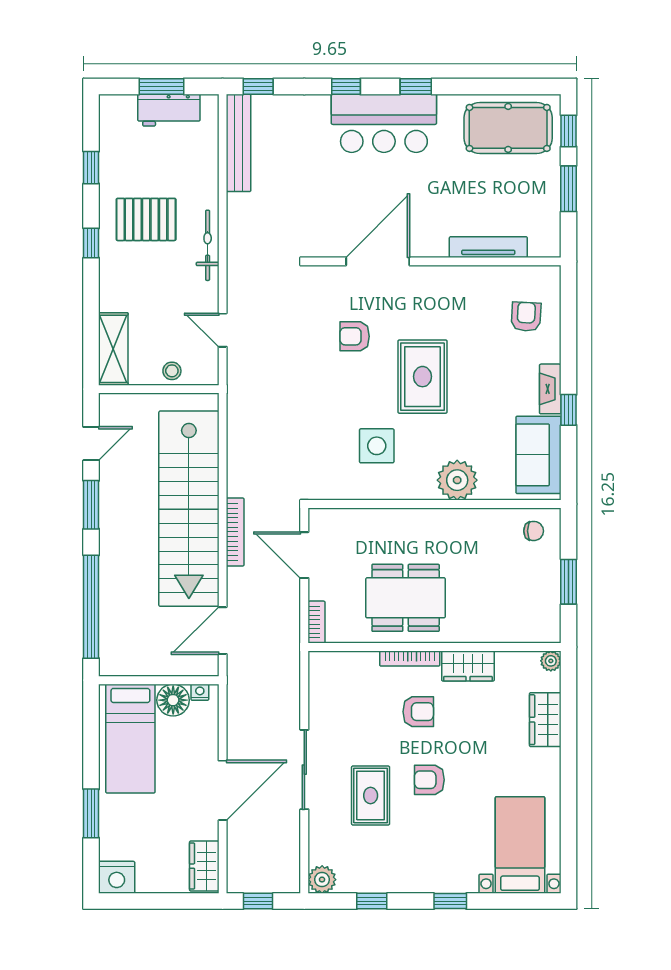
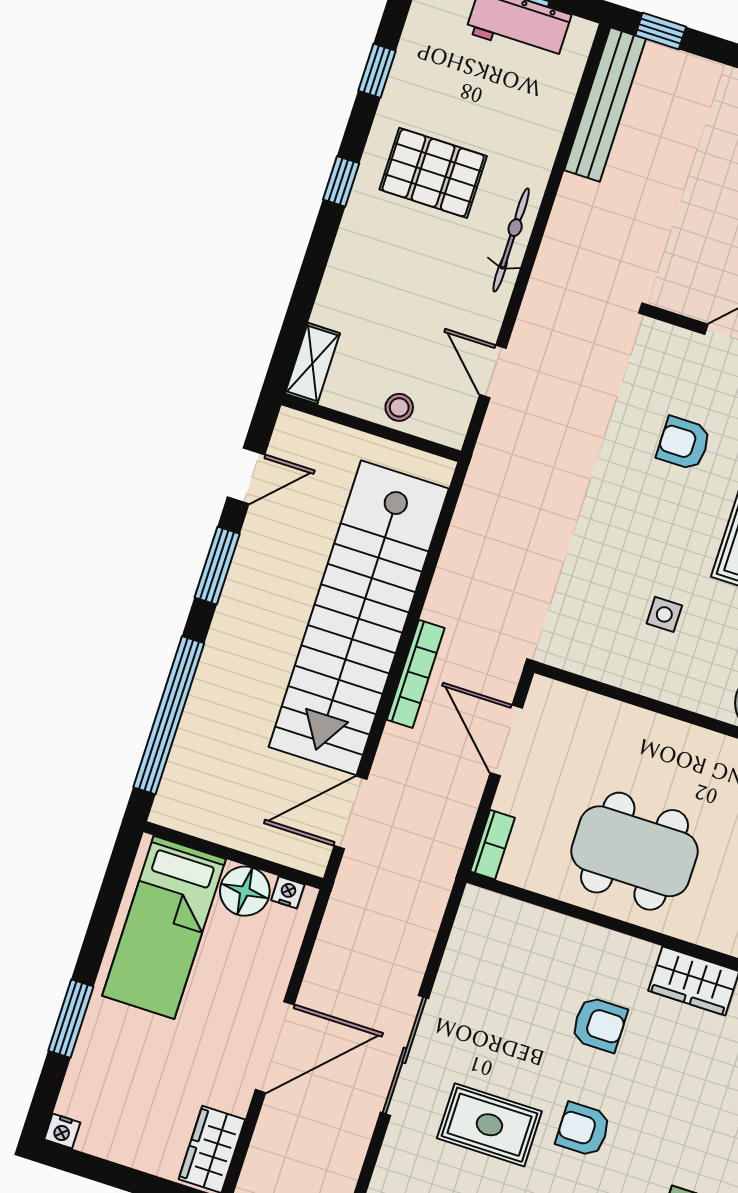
shelving: (113, 349) -> (312, 363), width x0.67, depth x0.75
side table: (377, 446) -> (664, 614), width x0.54, depth x0.54
bookcase: (410, 658) -> (612, 942), removed
rug: (371, 796) -> (489, 1125), turned 90
nightstand: (117, 877) -> (62, 1131), width x0.53, depth x0.56

